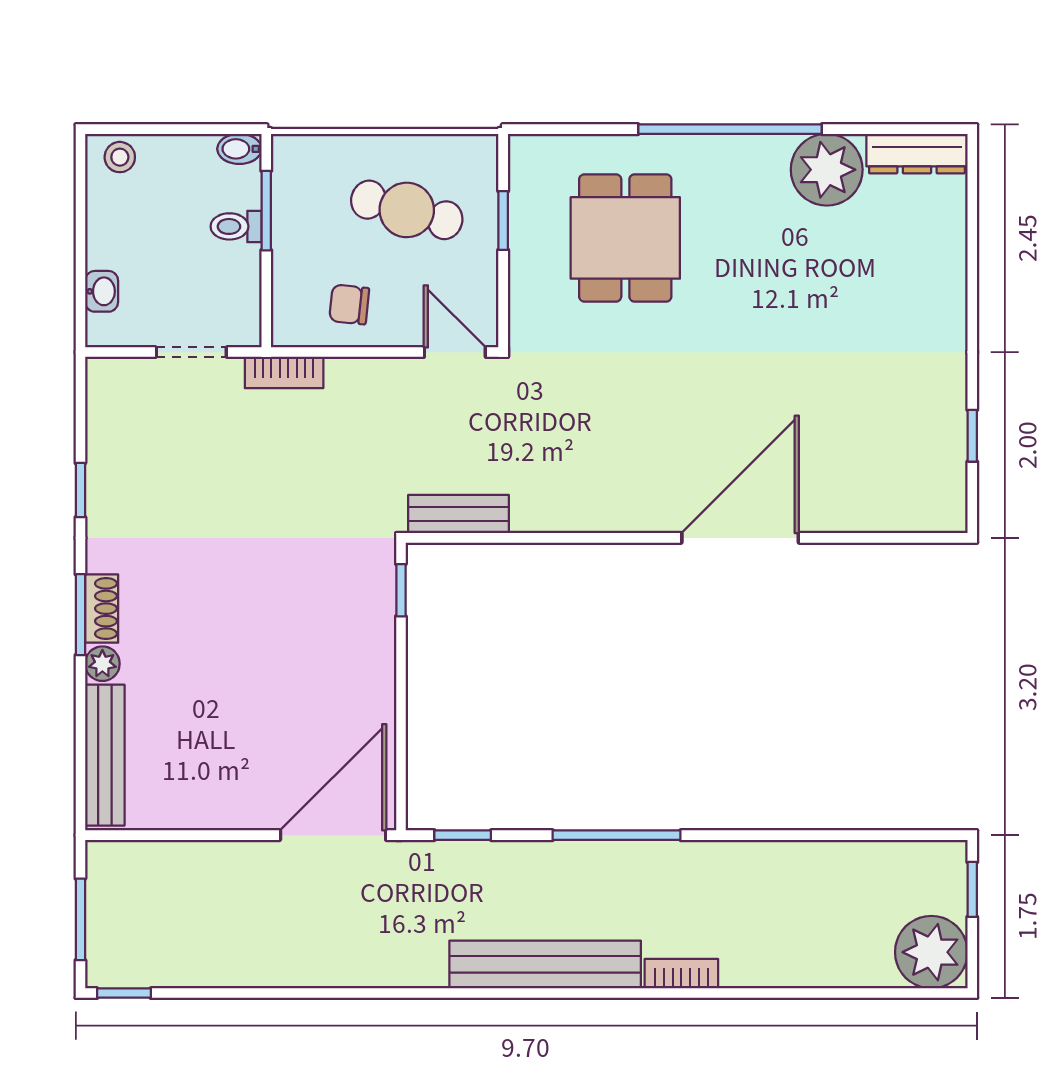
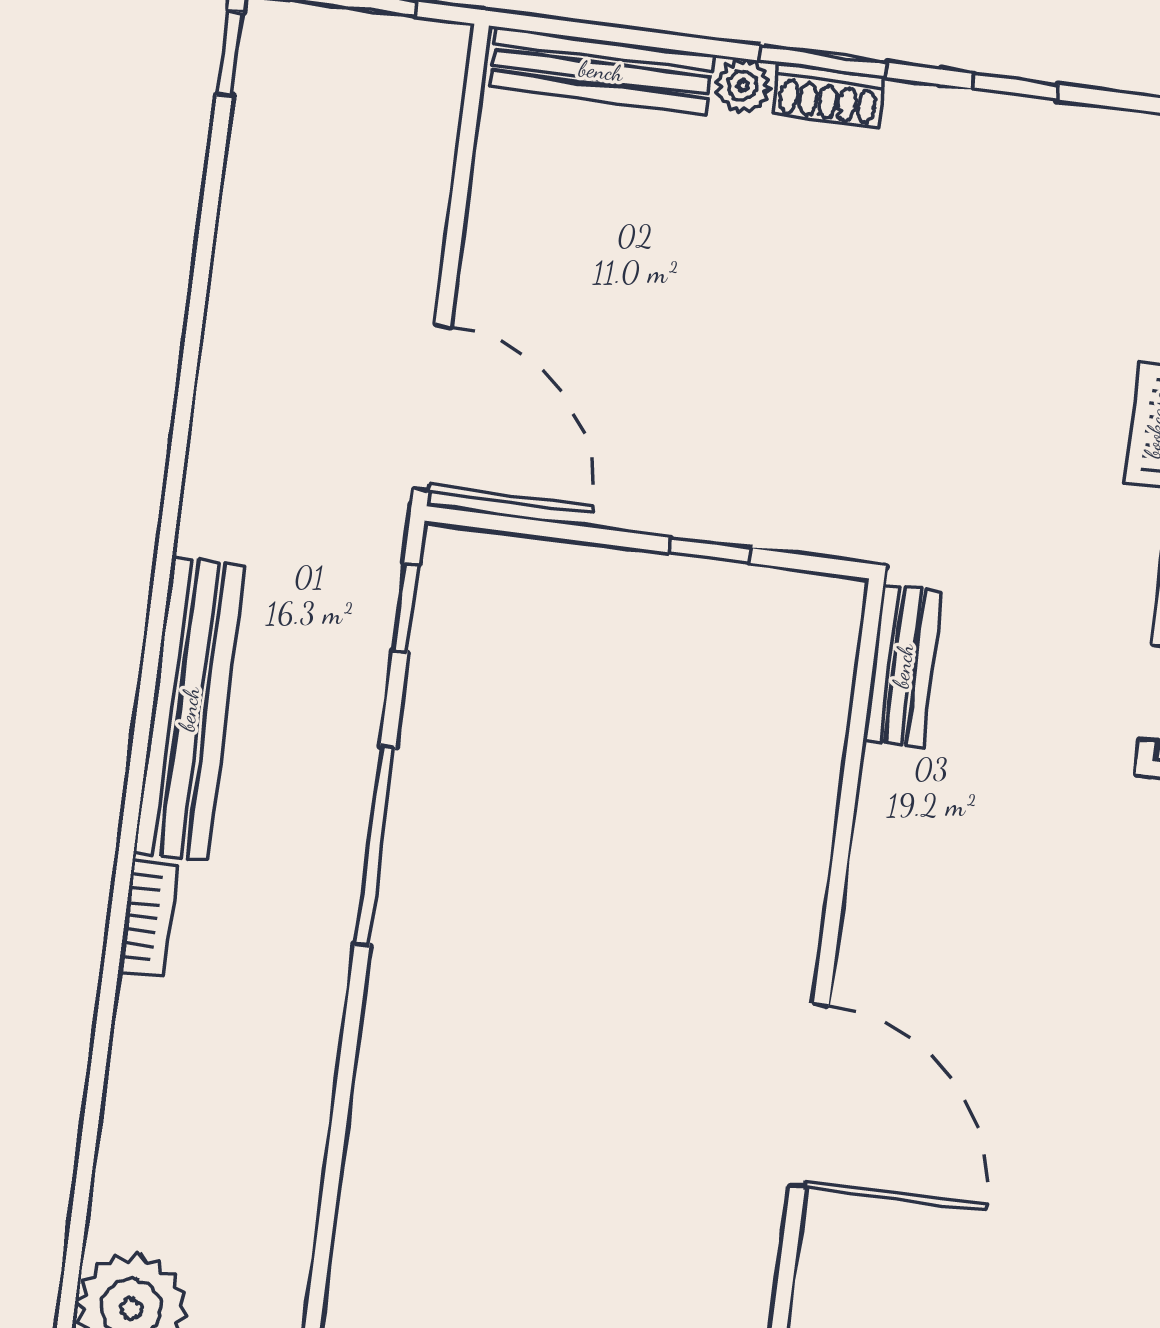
window: (401, 590) -> (710, 550), moved

